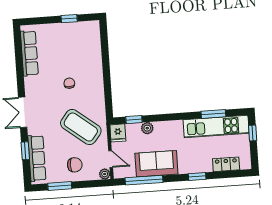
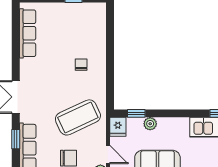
chair: (69, 83) -> (81, 65), moved
coffee table: (81, 127) -> (78, 117), turned -63

